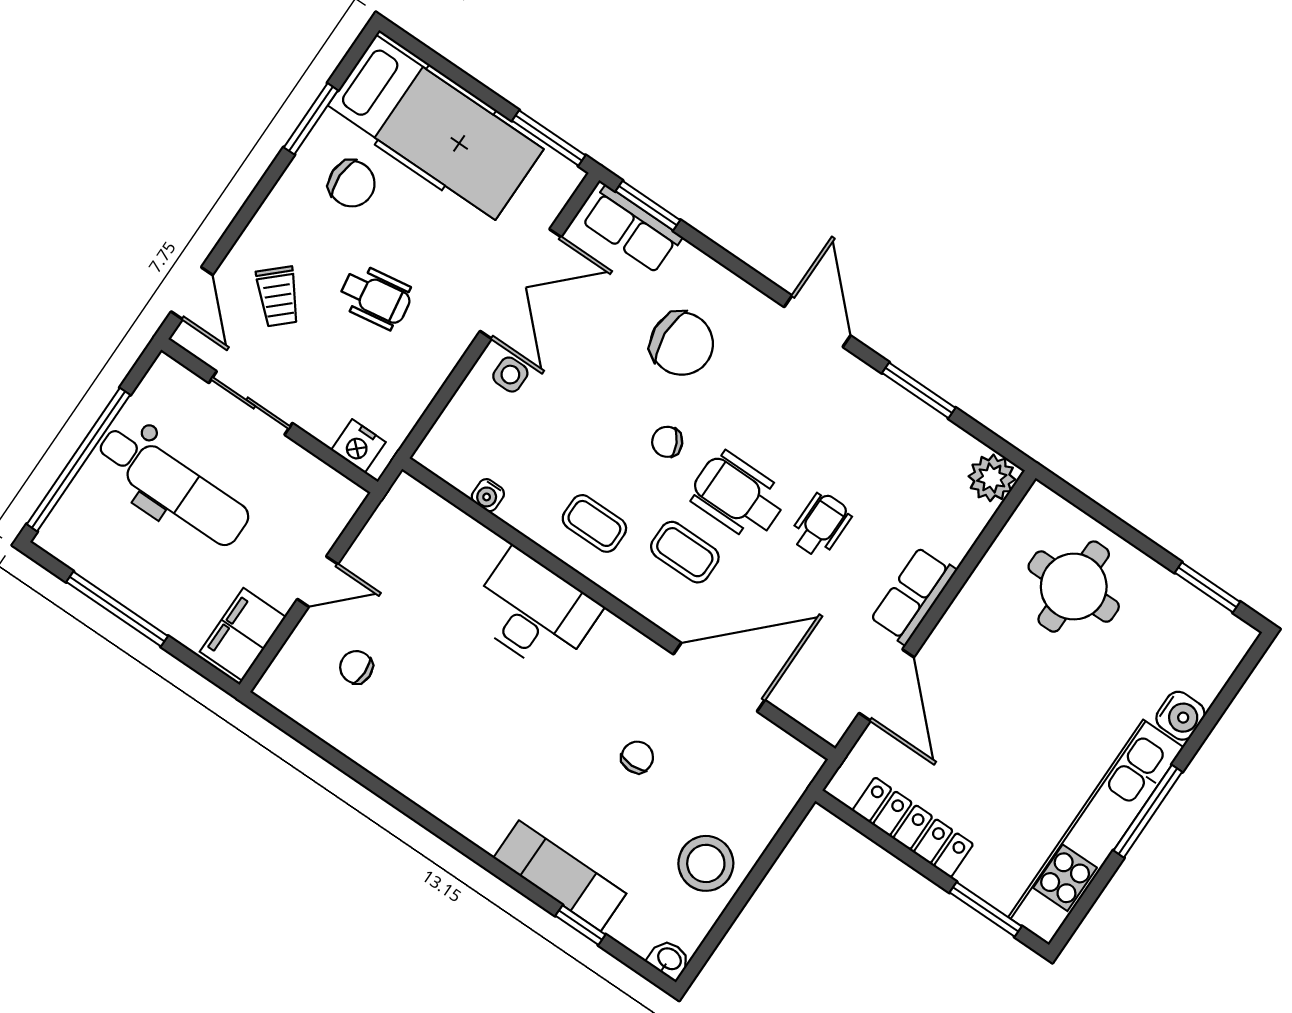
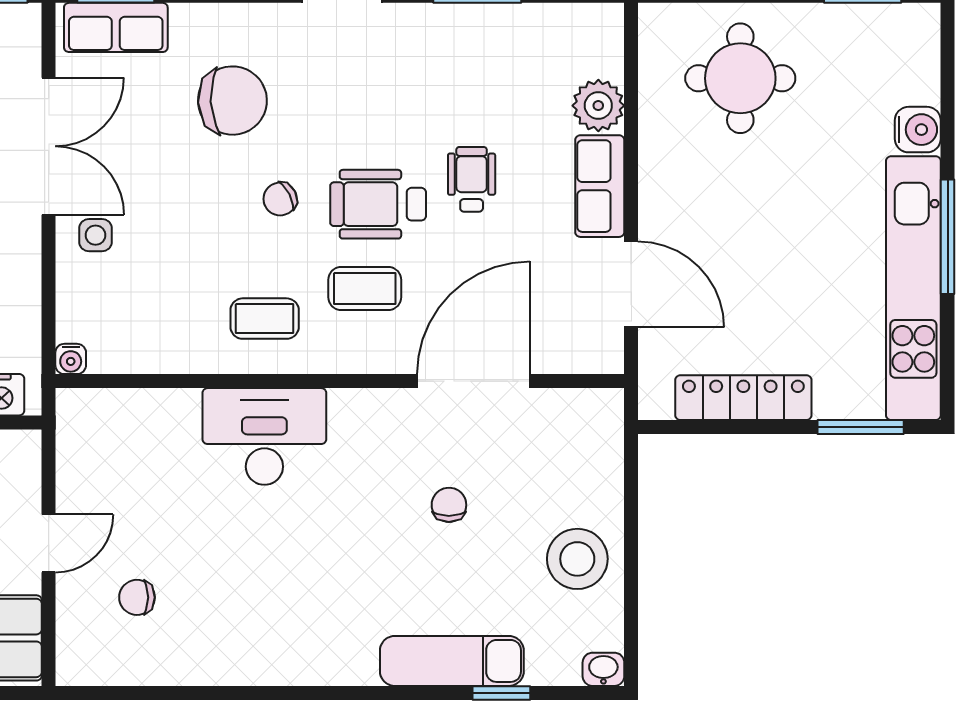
plant: (992, 478) -> (598, 106), moved
water cooler: (488, 495) -> (71, 359), moved

